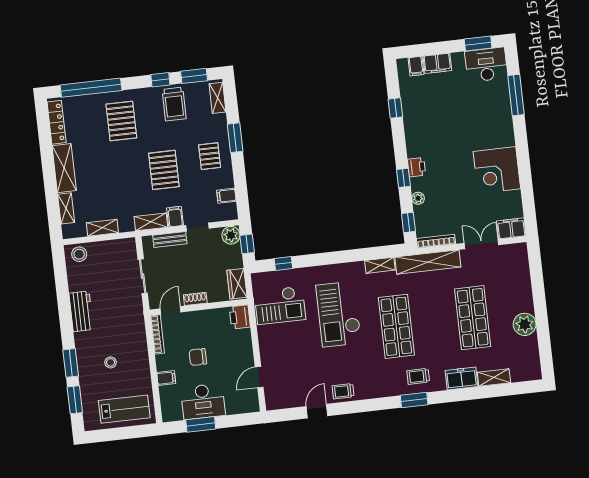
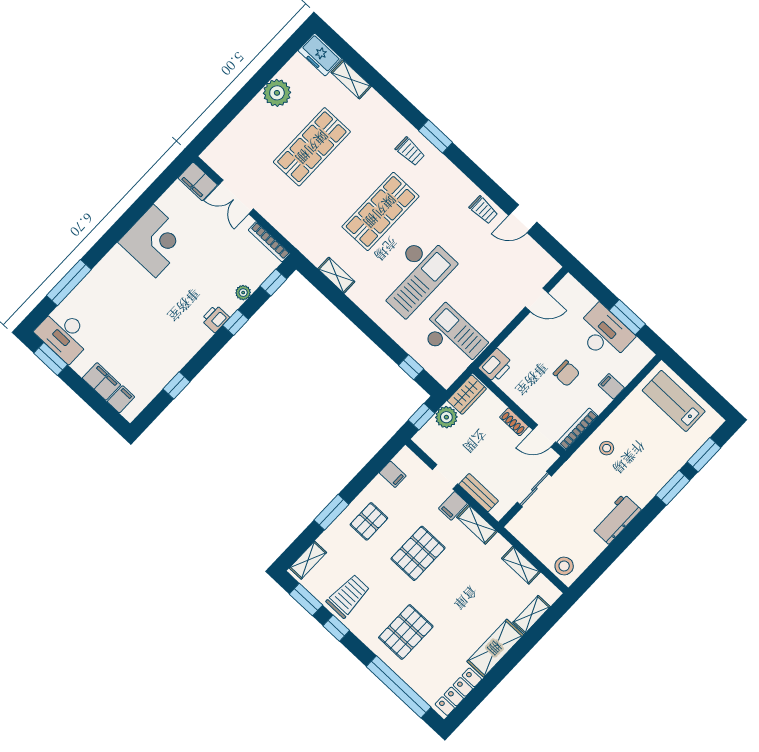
plant: (231, 235) -> (446, 417), moved
shelving: (428, 262) -> (295, 233), removed
stool: (111, 362) -> (607, 448), moved
freezer: (461, 378) -> (320, 55), moved

